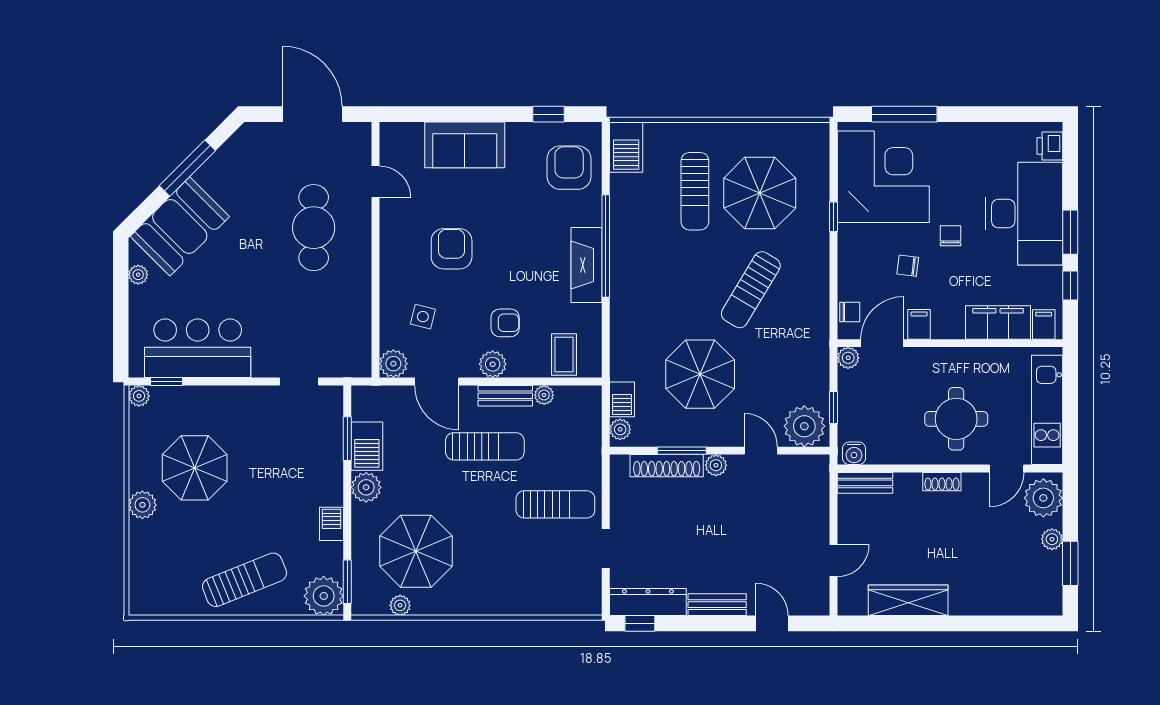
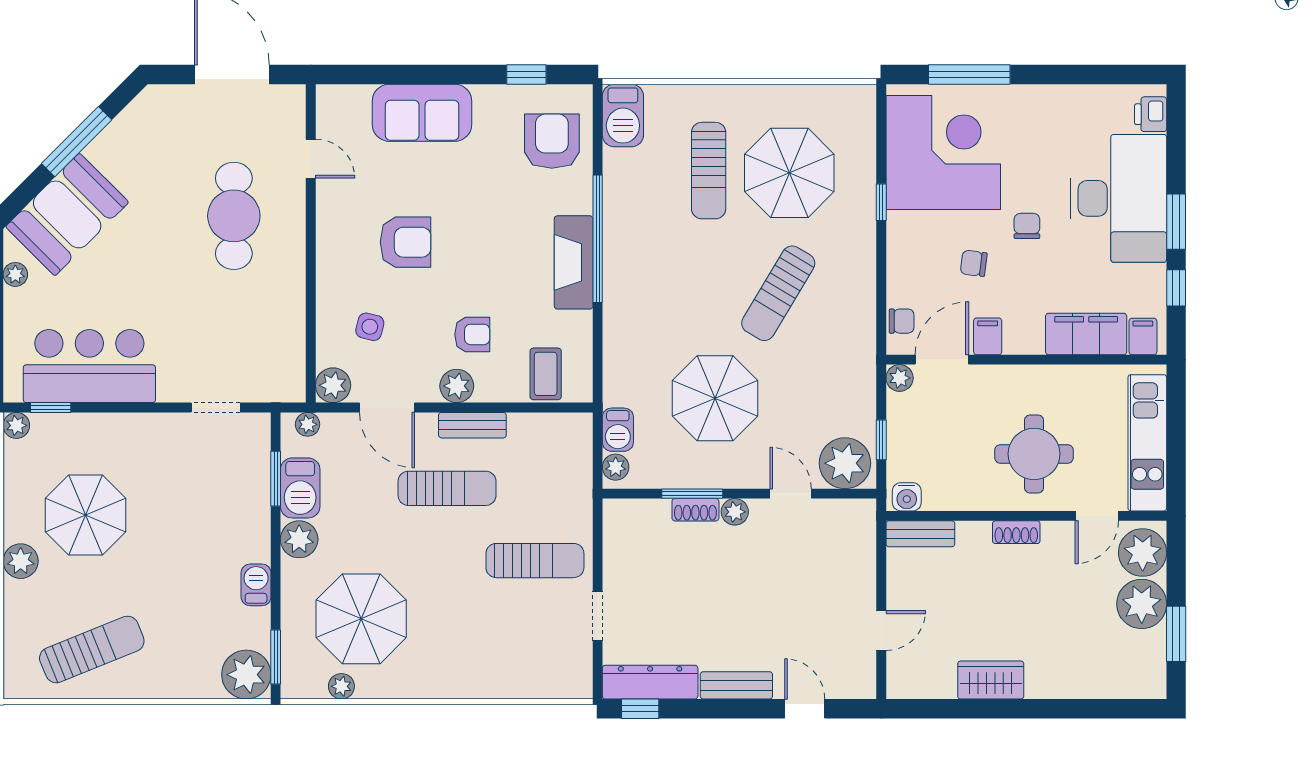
armchair: (452, 249) -> (406, 242), turned 90
plant: (544, 395) -> (308, 424), moved
shoe rack: (667, 466) -> (695, 510), width x0.51, depth x0.81
plant: (1052, 539) -> (1142, 604), width x1.87, depth x1.87
sun lounger: (245, 580) -> (92, 649), moved
wardrobe: (908, 600) -> (991, 680), width x0.67

